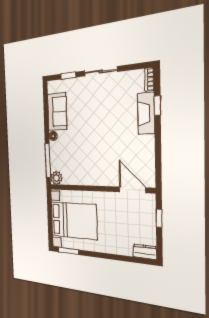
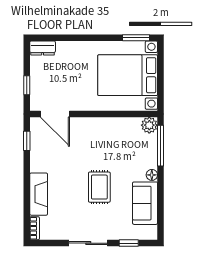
window: (157, 105) -> (27, 141), moved
rug: (93, 123) -> (99, 187), added

